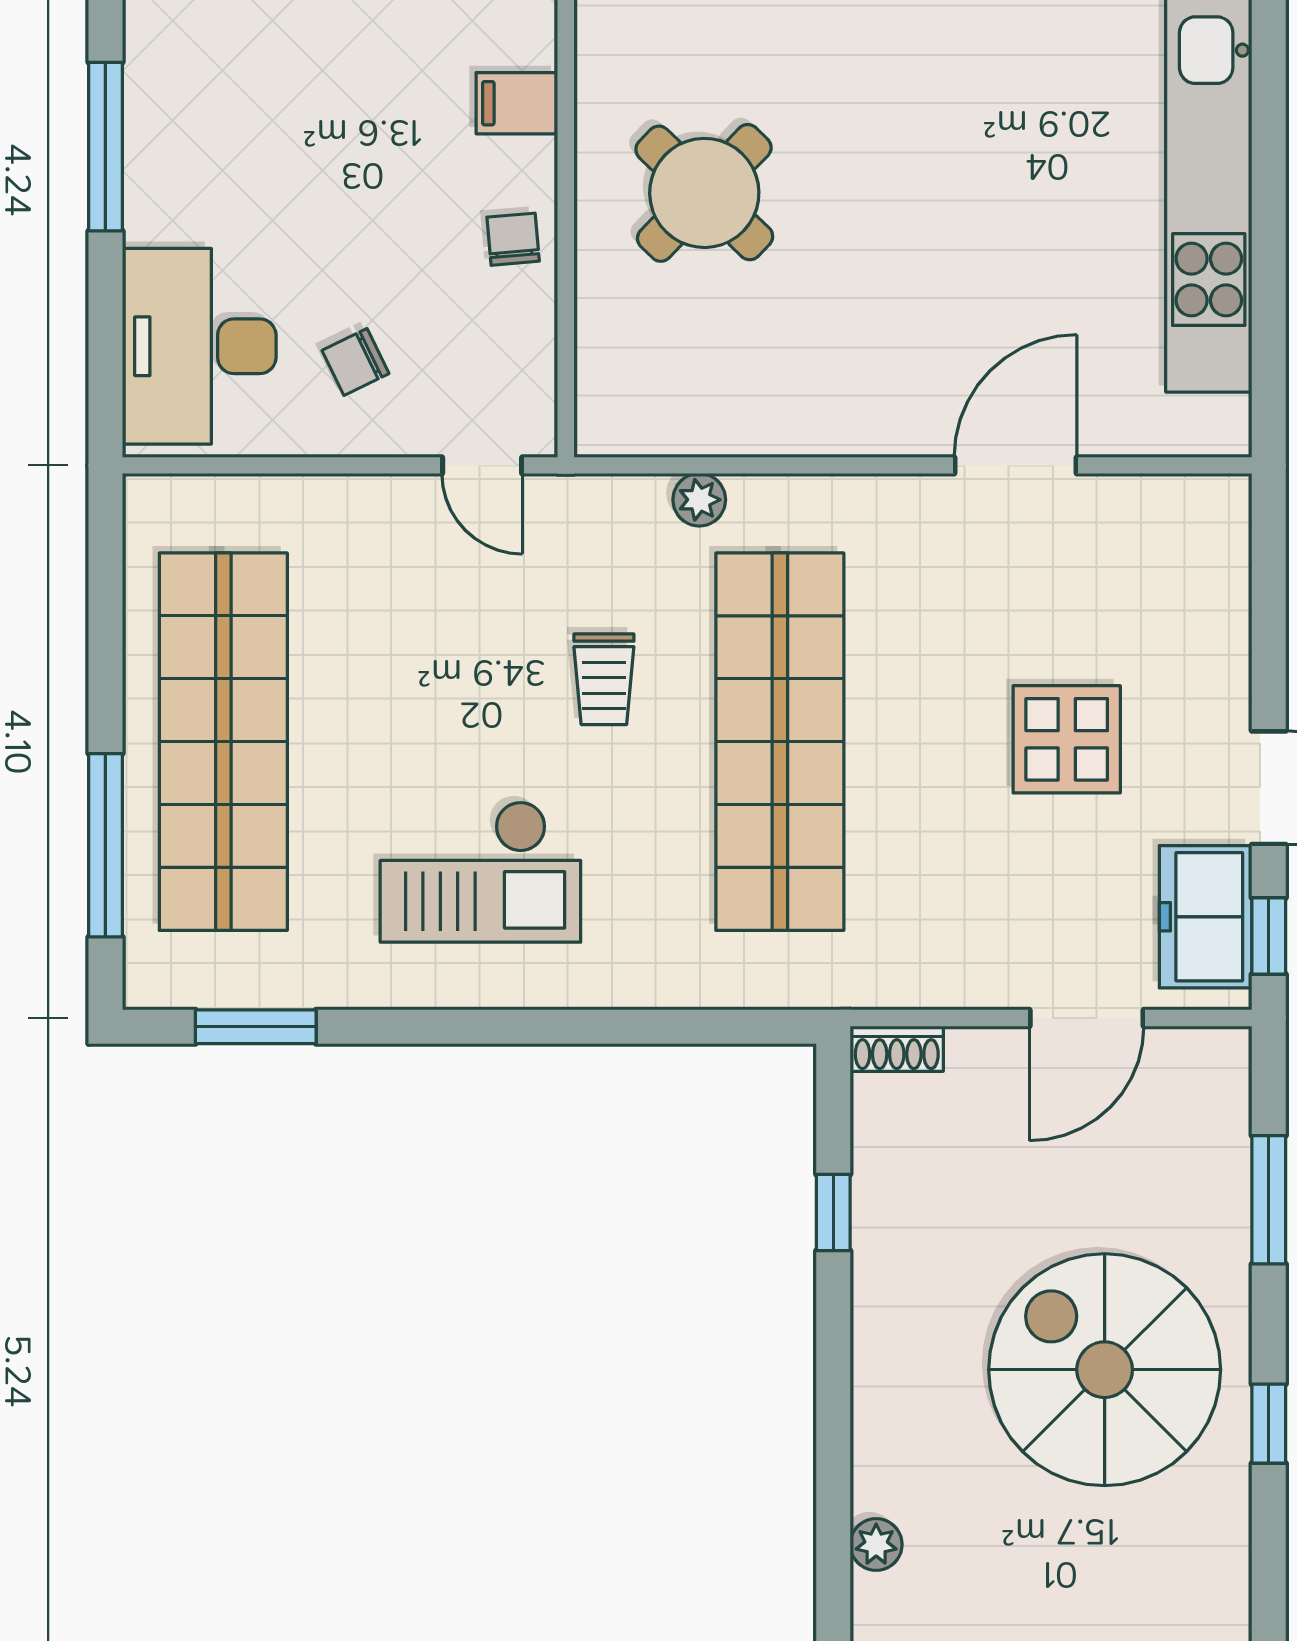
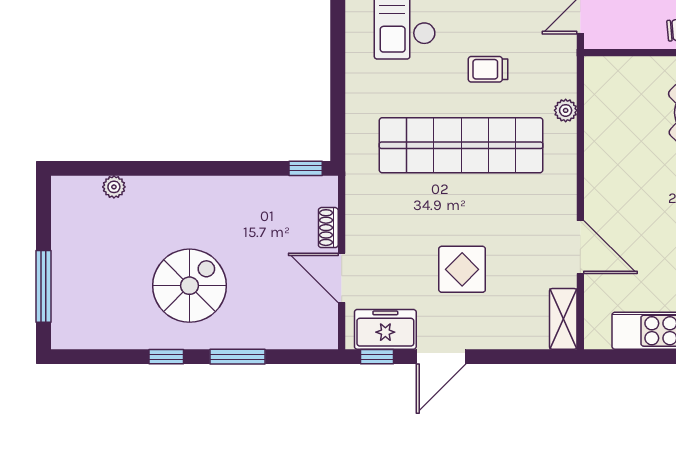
shelving: (1181, 505) -> (563, 319), added
shoe rack: (897, 1049) -> (328, 228), moved
window: (1269, 1200) -> (238, 357), moved
window: (833, 1212) -> (306, 168), moved
spiral stairs: (1105, 1370) -> (189, 286), width x0.73, depth x0.73

